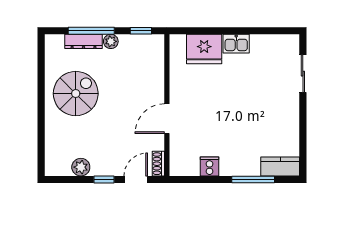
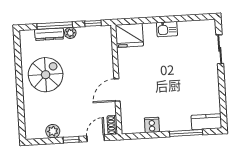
fridge: (204, 49) -> (129, 35), moved

